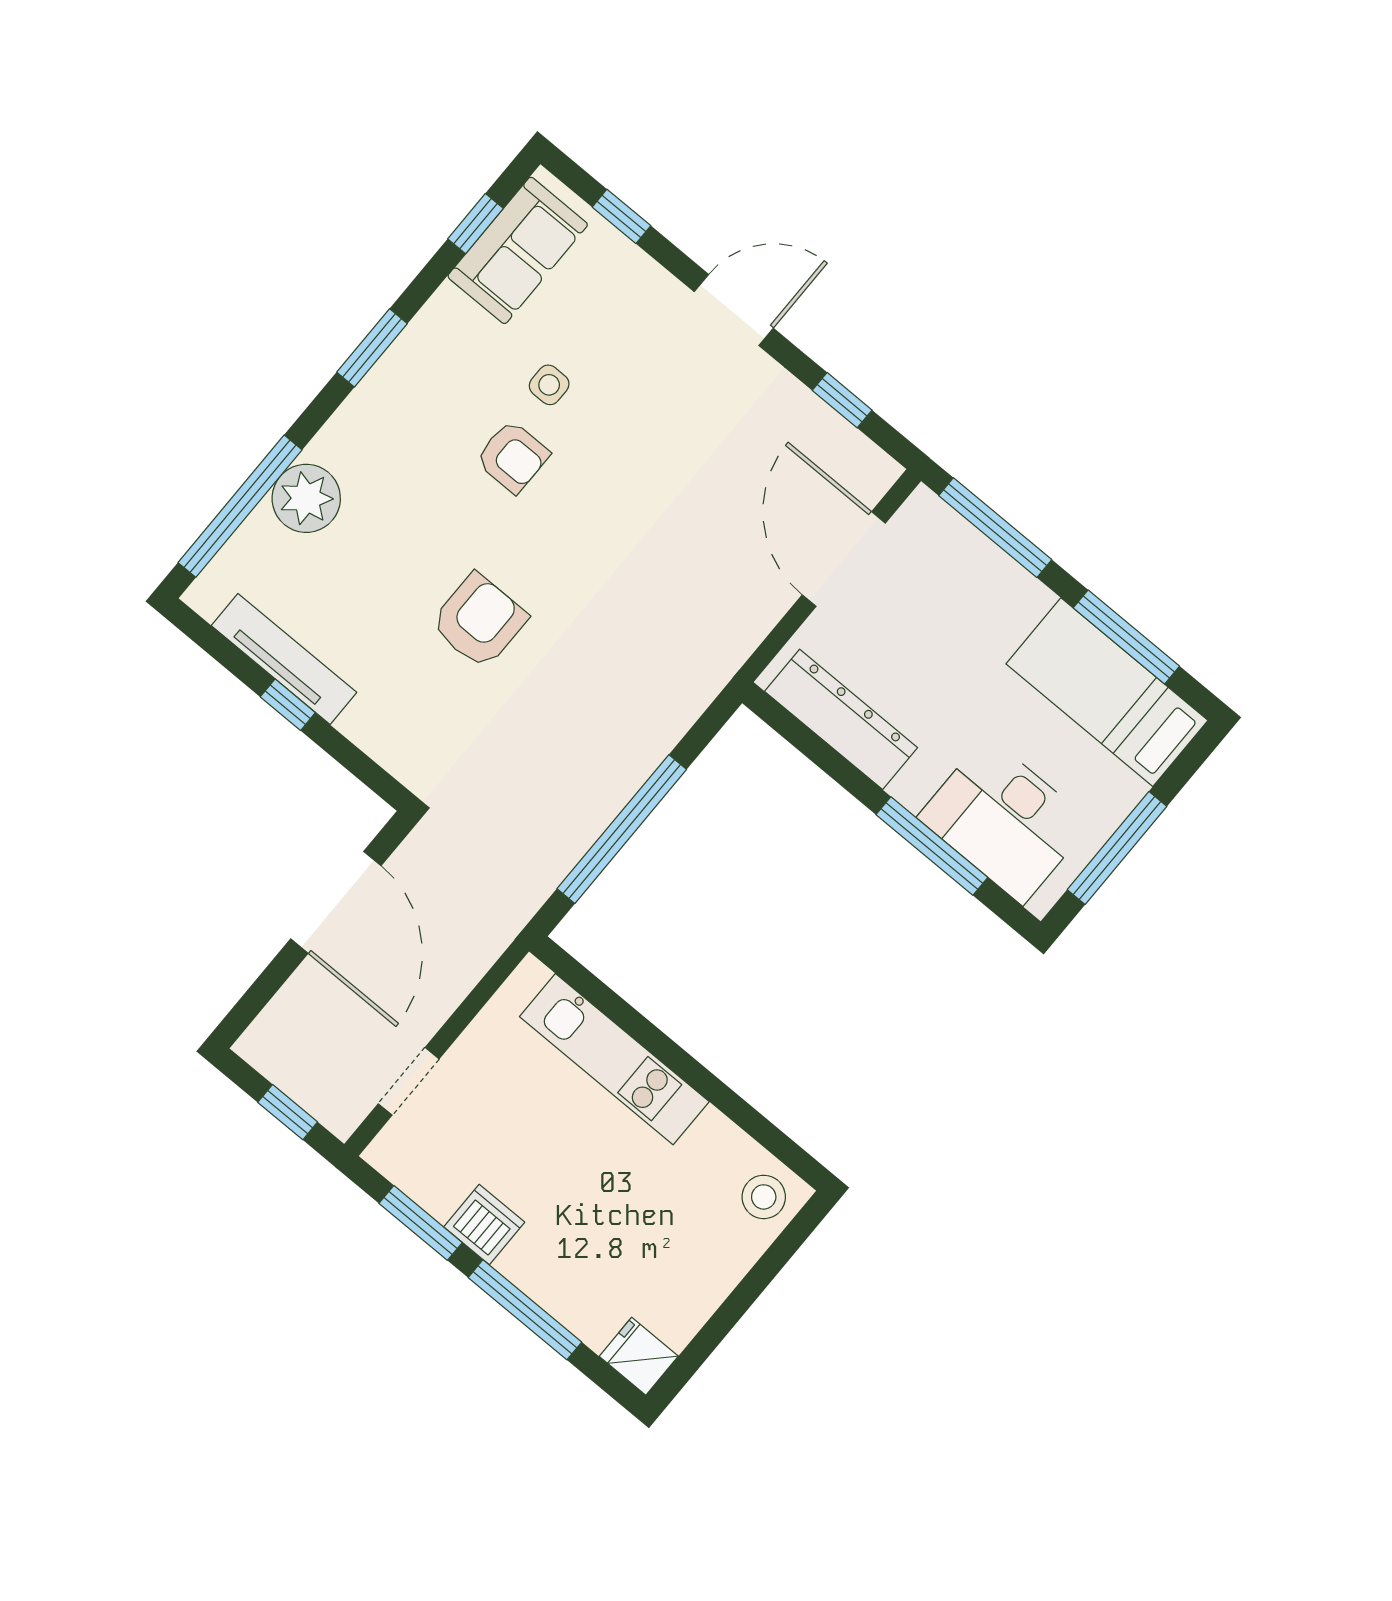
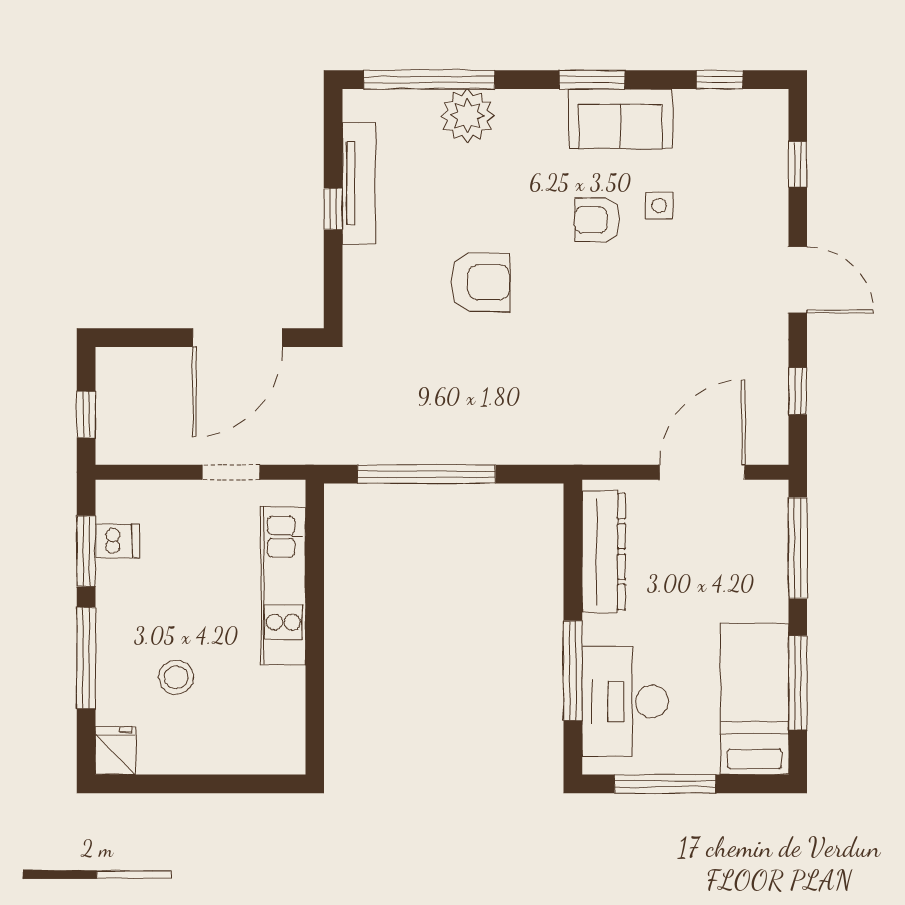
sofa: (518, 250) -> (620, 119), moved
armchair: (513, 457) -> (597, 220), turned 90
doorway: (409, 1081) -> (231, 472), moved
stool: (764, 1197) -> (176, 677), moved
dishwasher: (484, 1225) -> (117, 541), moved, width x0.73

